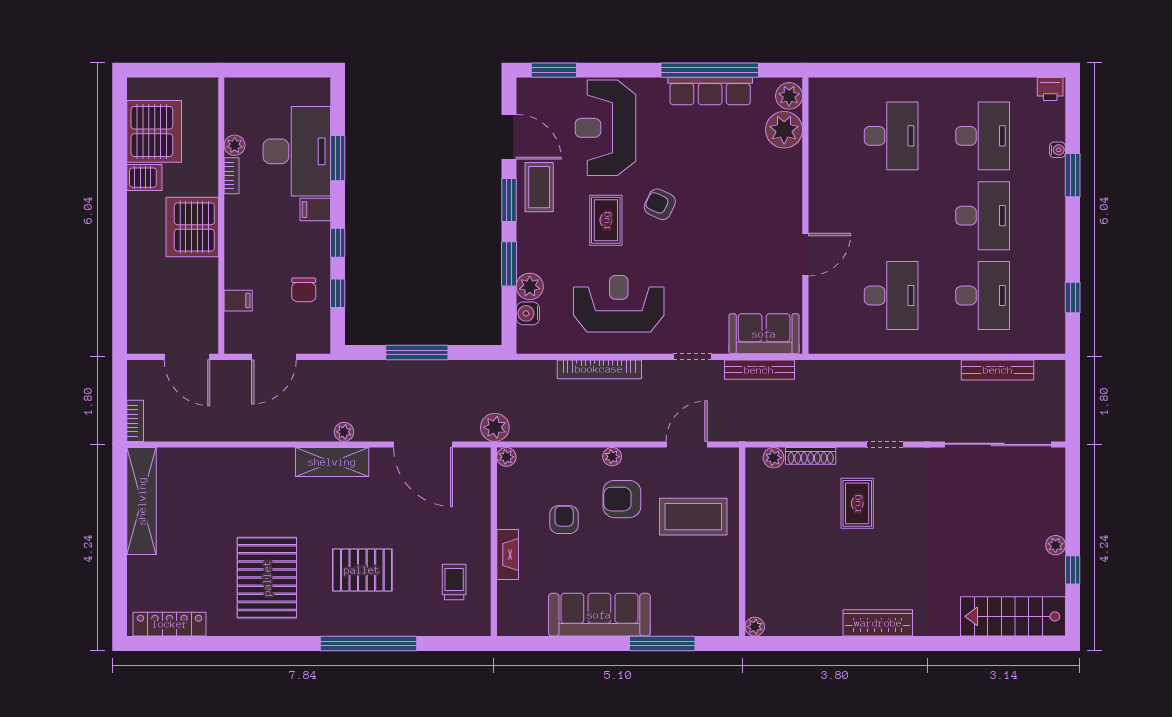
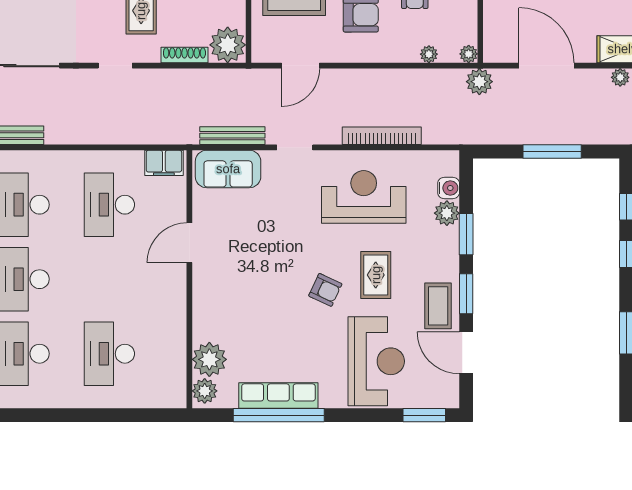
reception desk: (619, 304) -> (364, 197), turned 180
filing cabinet: (833, 340) -> (164, 163), added
plant: (612, 457) -> (429, 54), moved
plant: (773, 458) -> (228, 45), width x1.87, depth x1.87

